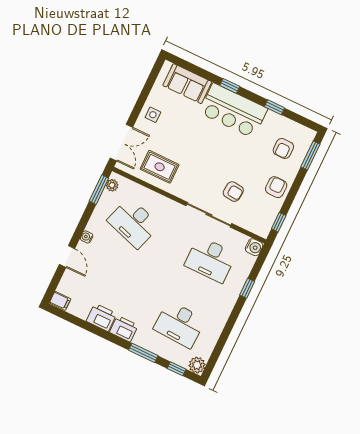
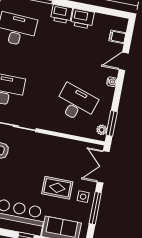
window: (143, 98) -> (95, 208), added
rug: (160, 167) -> (57, 188), moved
door: (67, 256) -> (124, 61), hinge flipped
filing cabinet: (60, 301) -> (117, 37), moved

